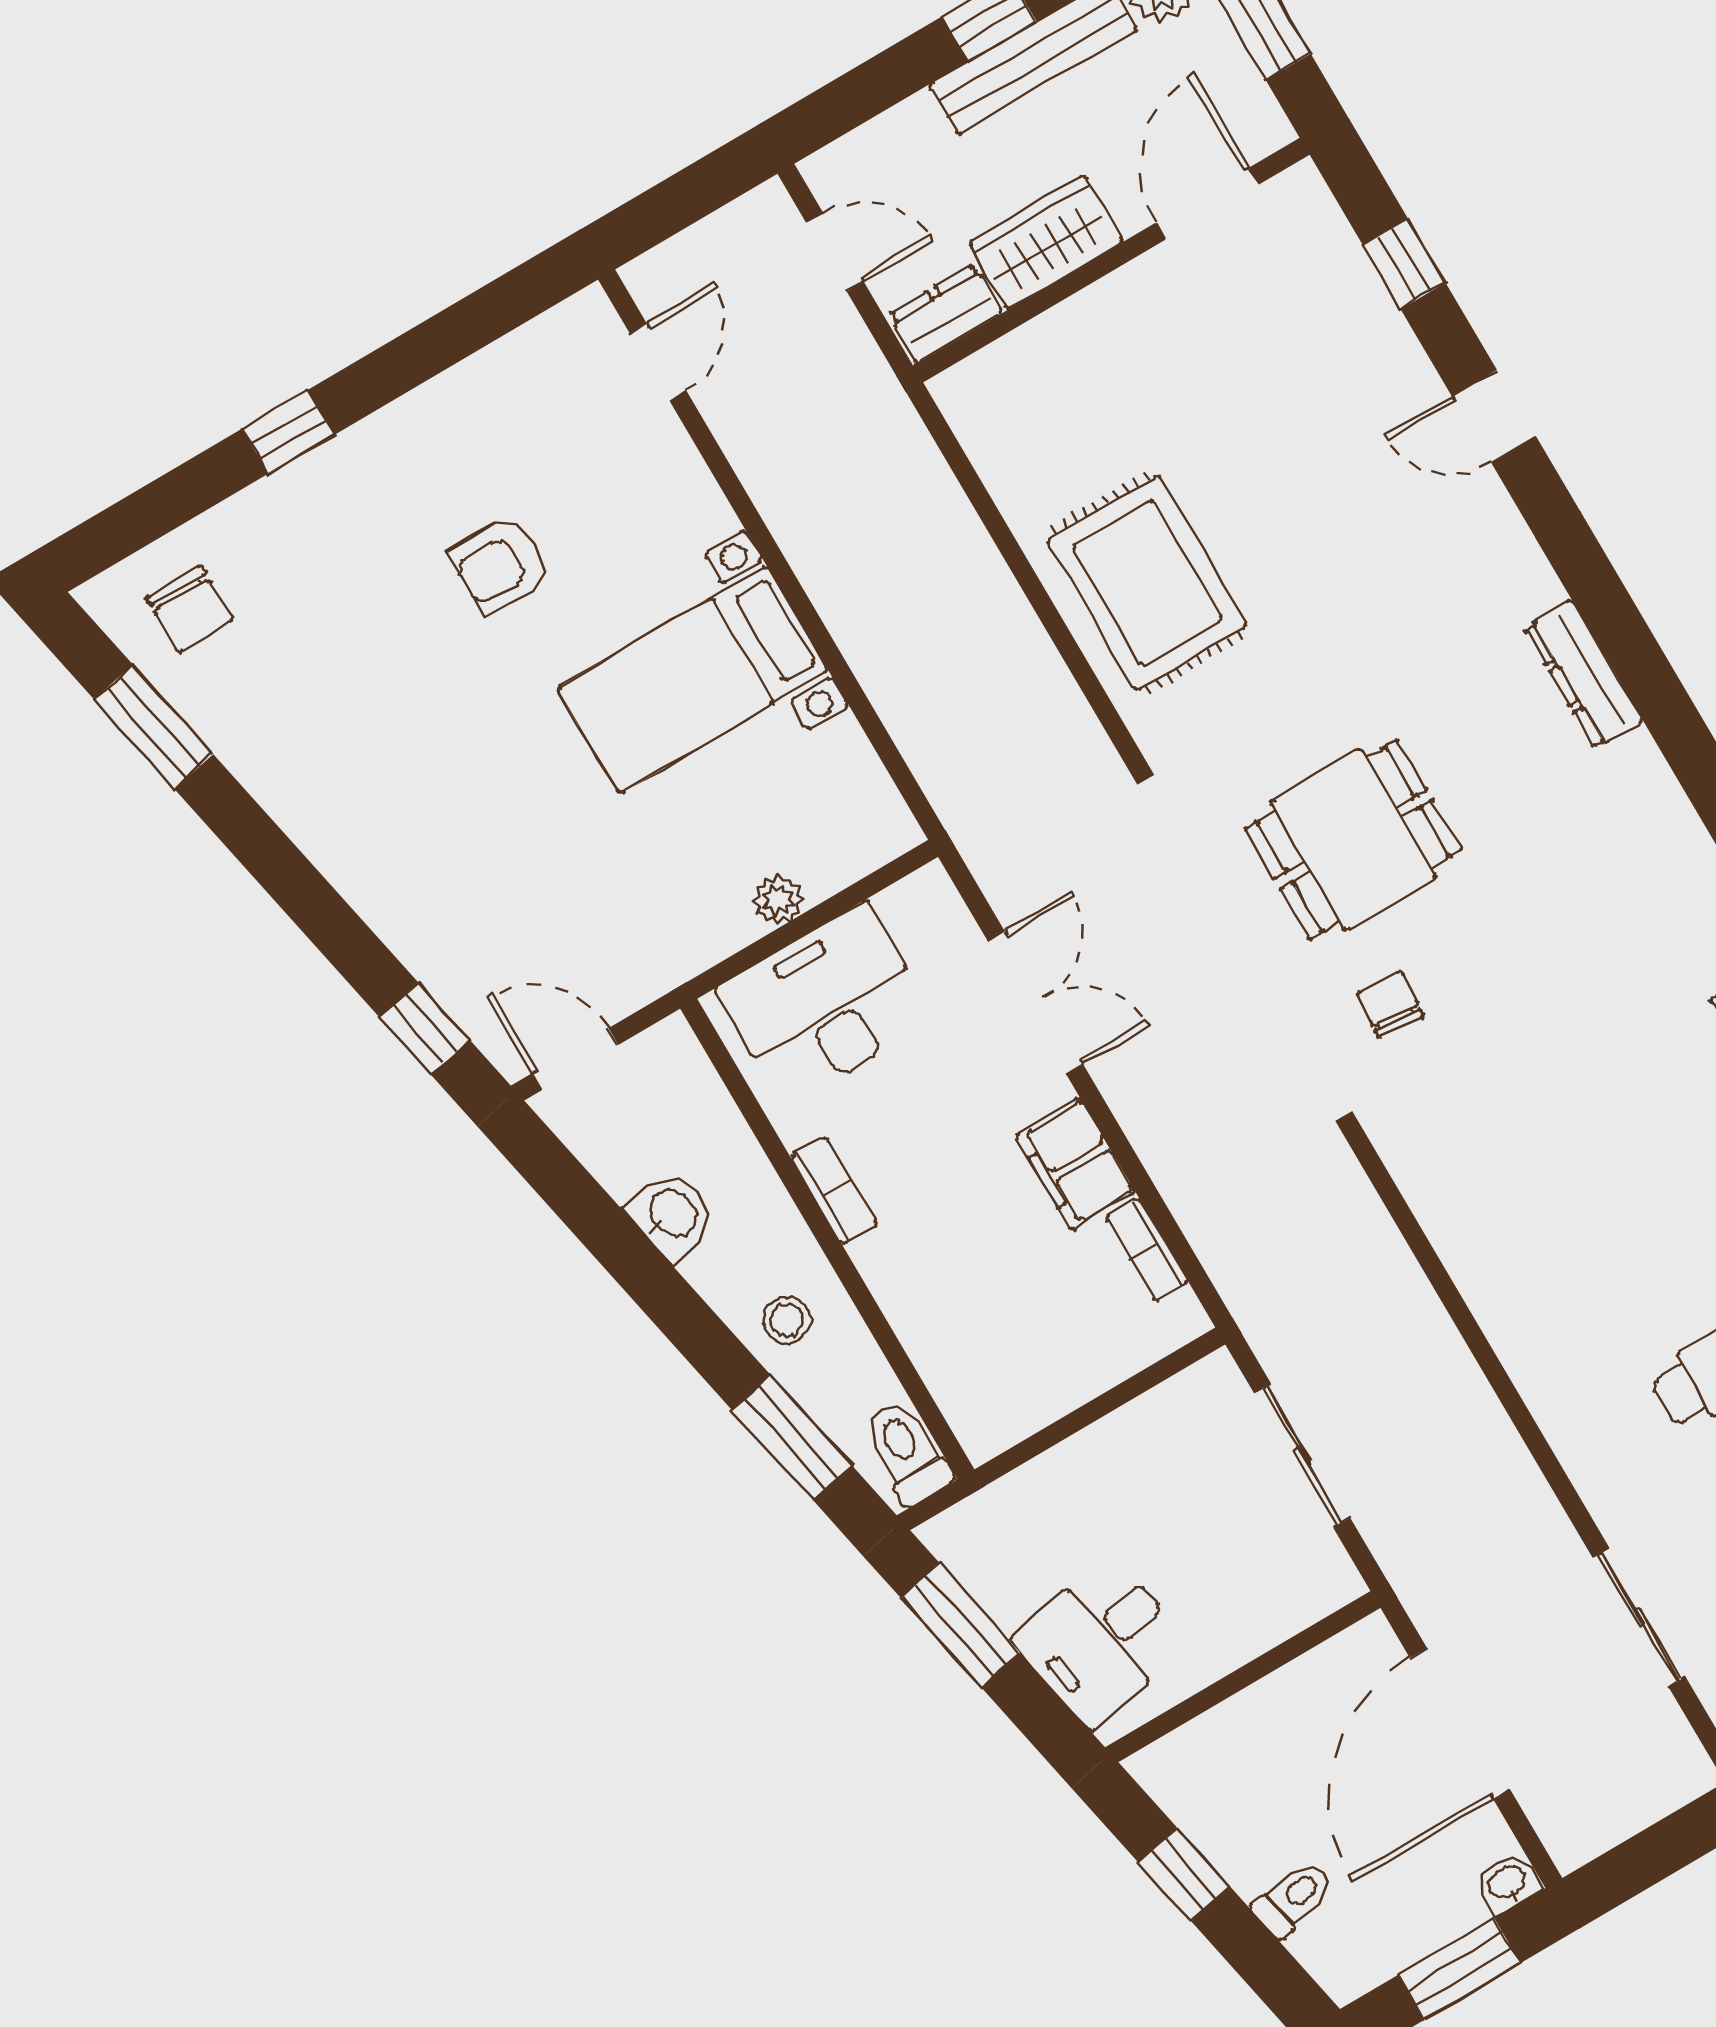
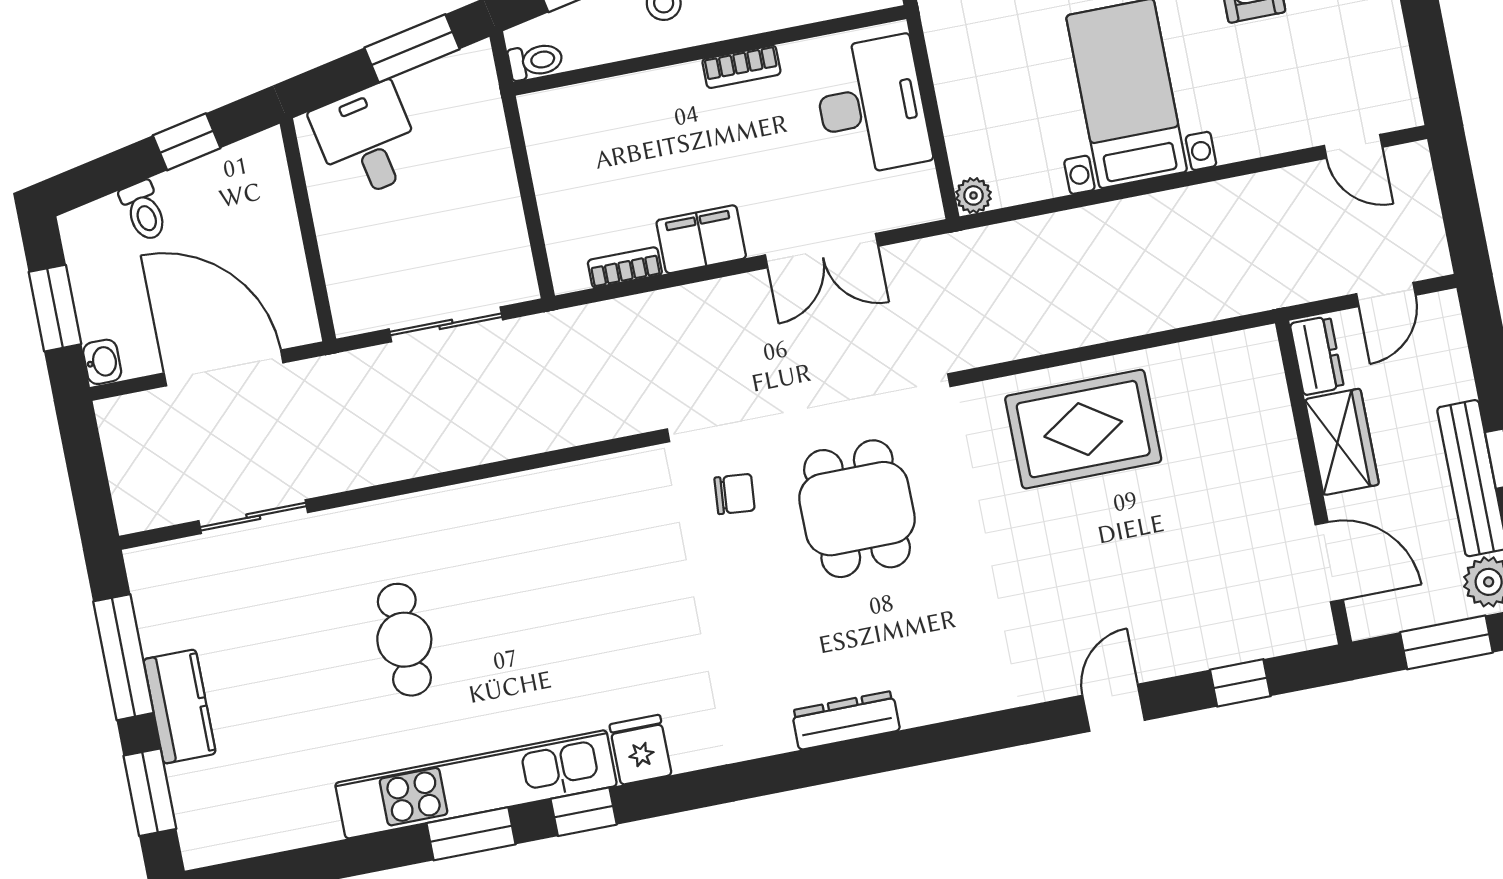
dresser: (1584, 674) -> (846, 720), moved
plant: (778, 900) -> (973, 195), moved
toilet: (906, 1452) -> (536, 61), width x0.73, depth x0.72

